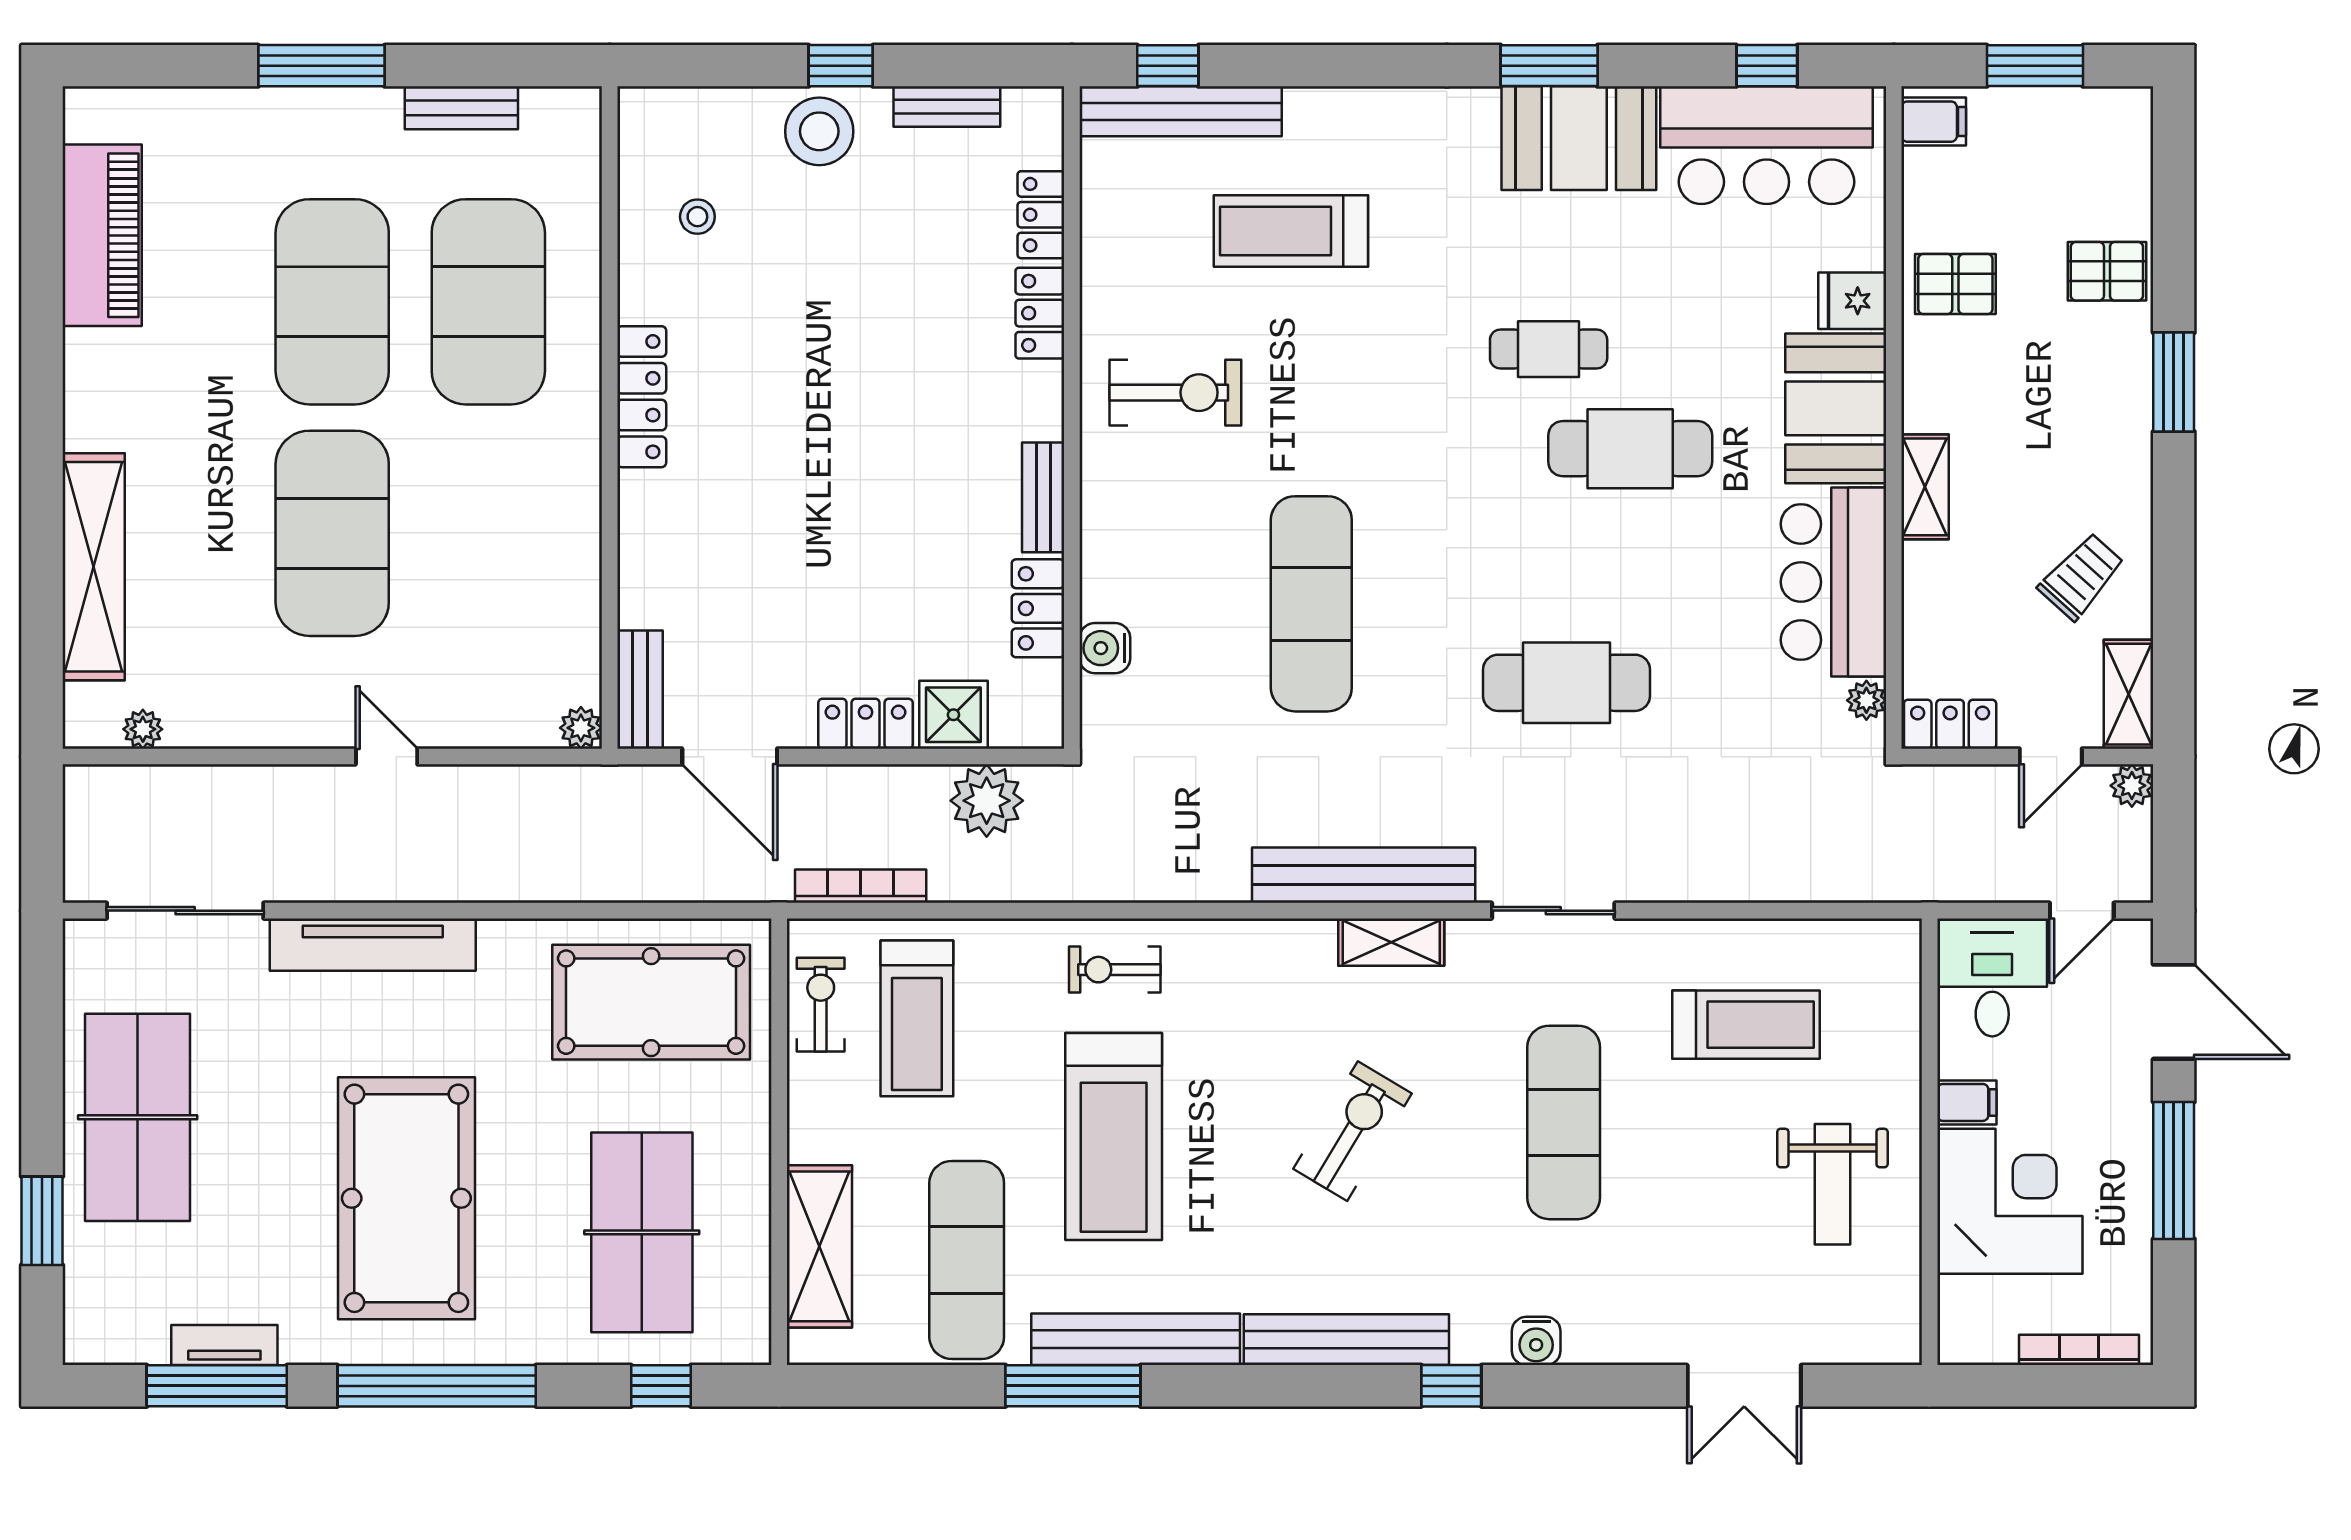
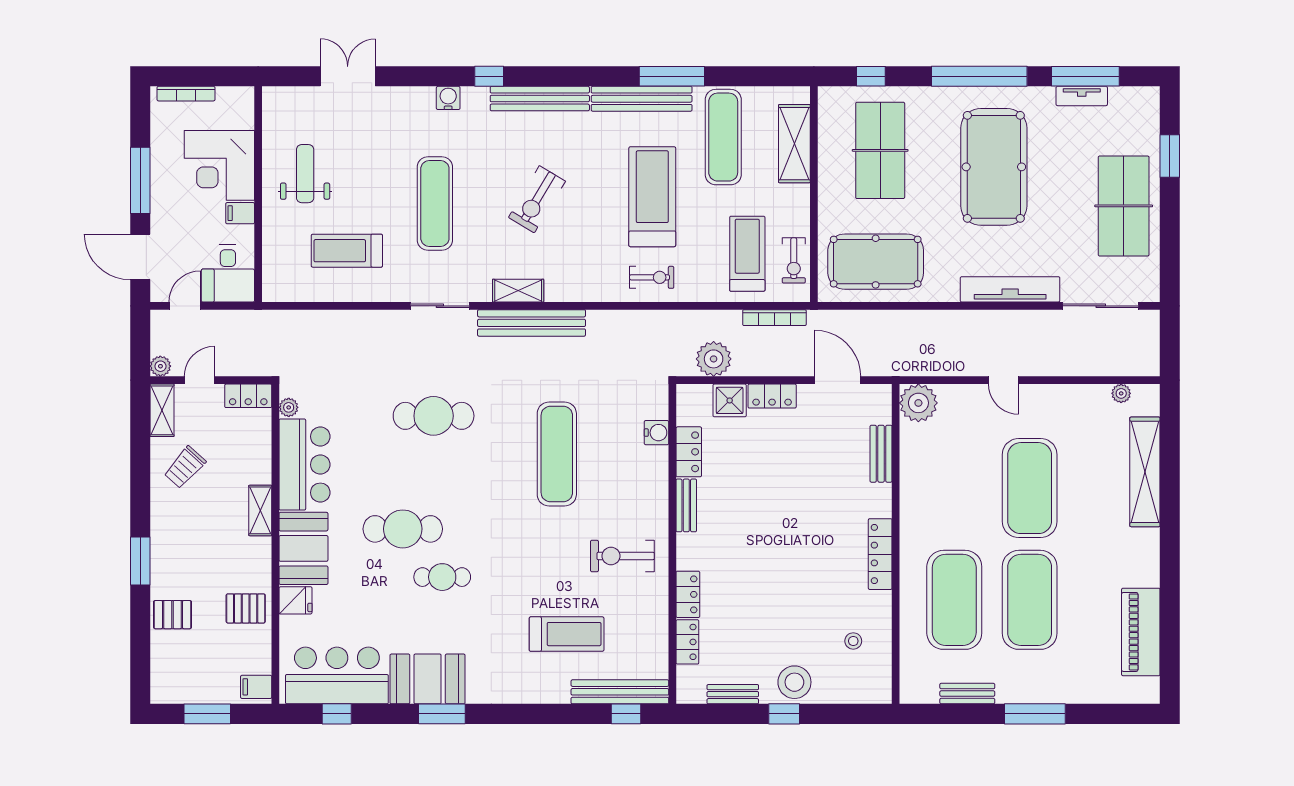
bench: (640, 690) -> (881, 454), moved
plant: (581, 728) -> (918, 403), width x1.88, depth x1.88

